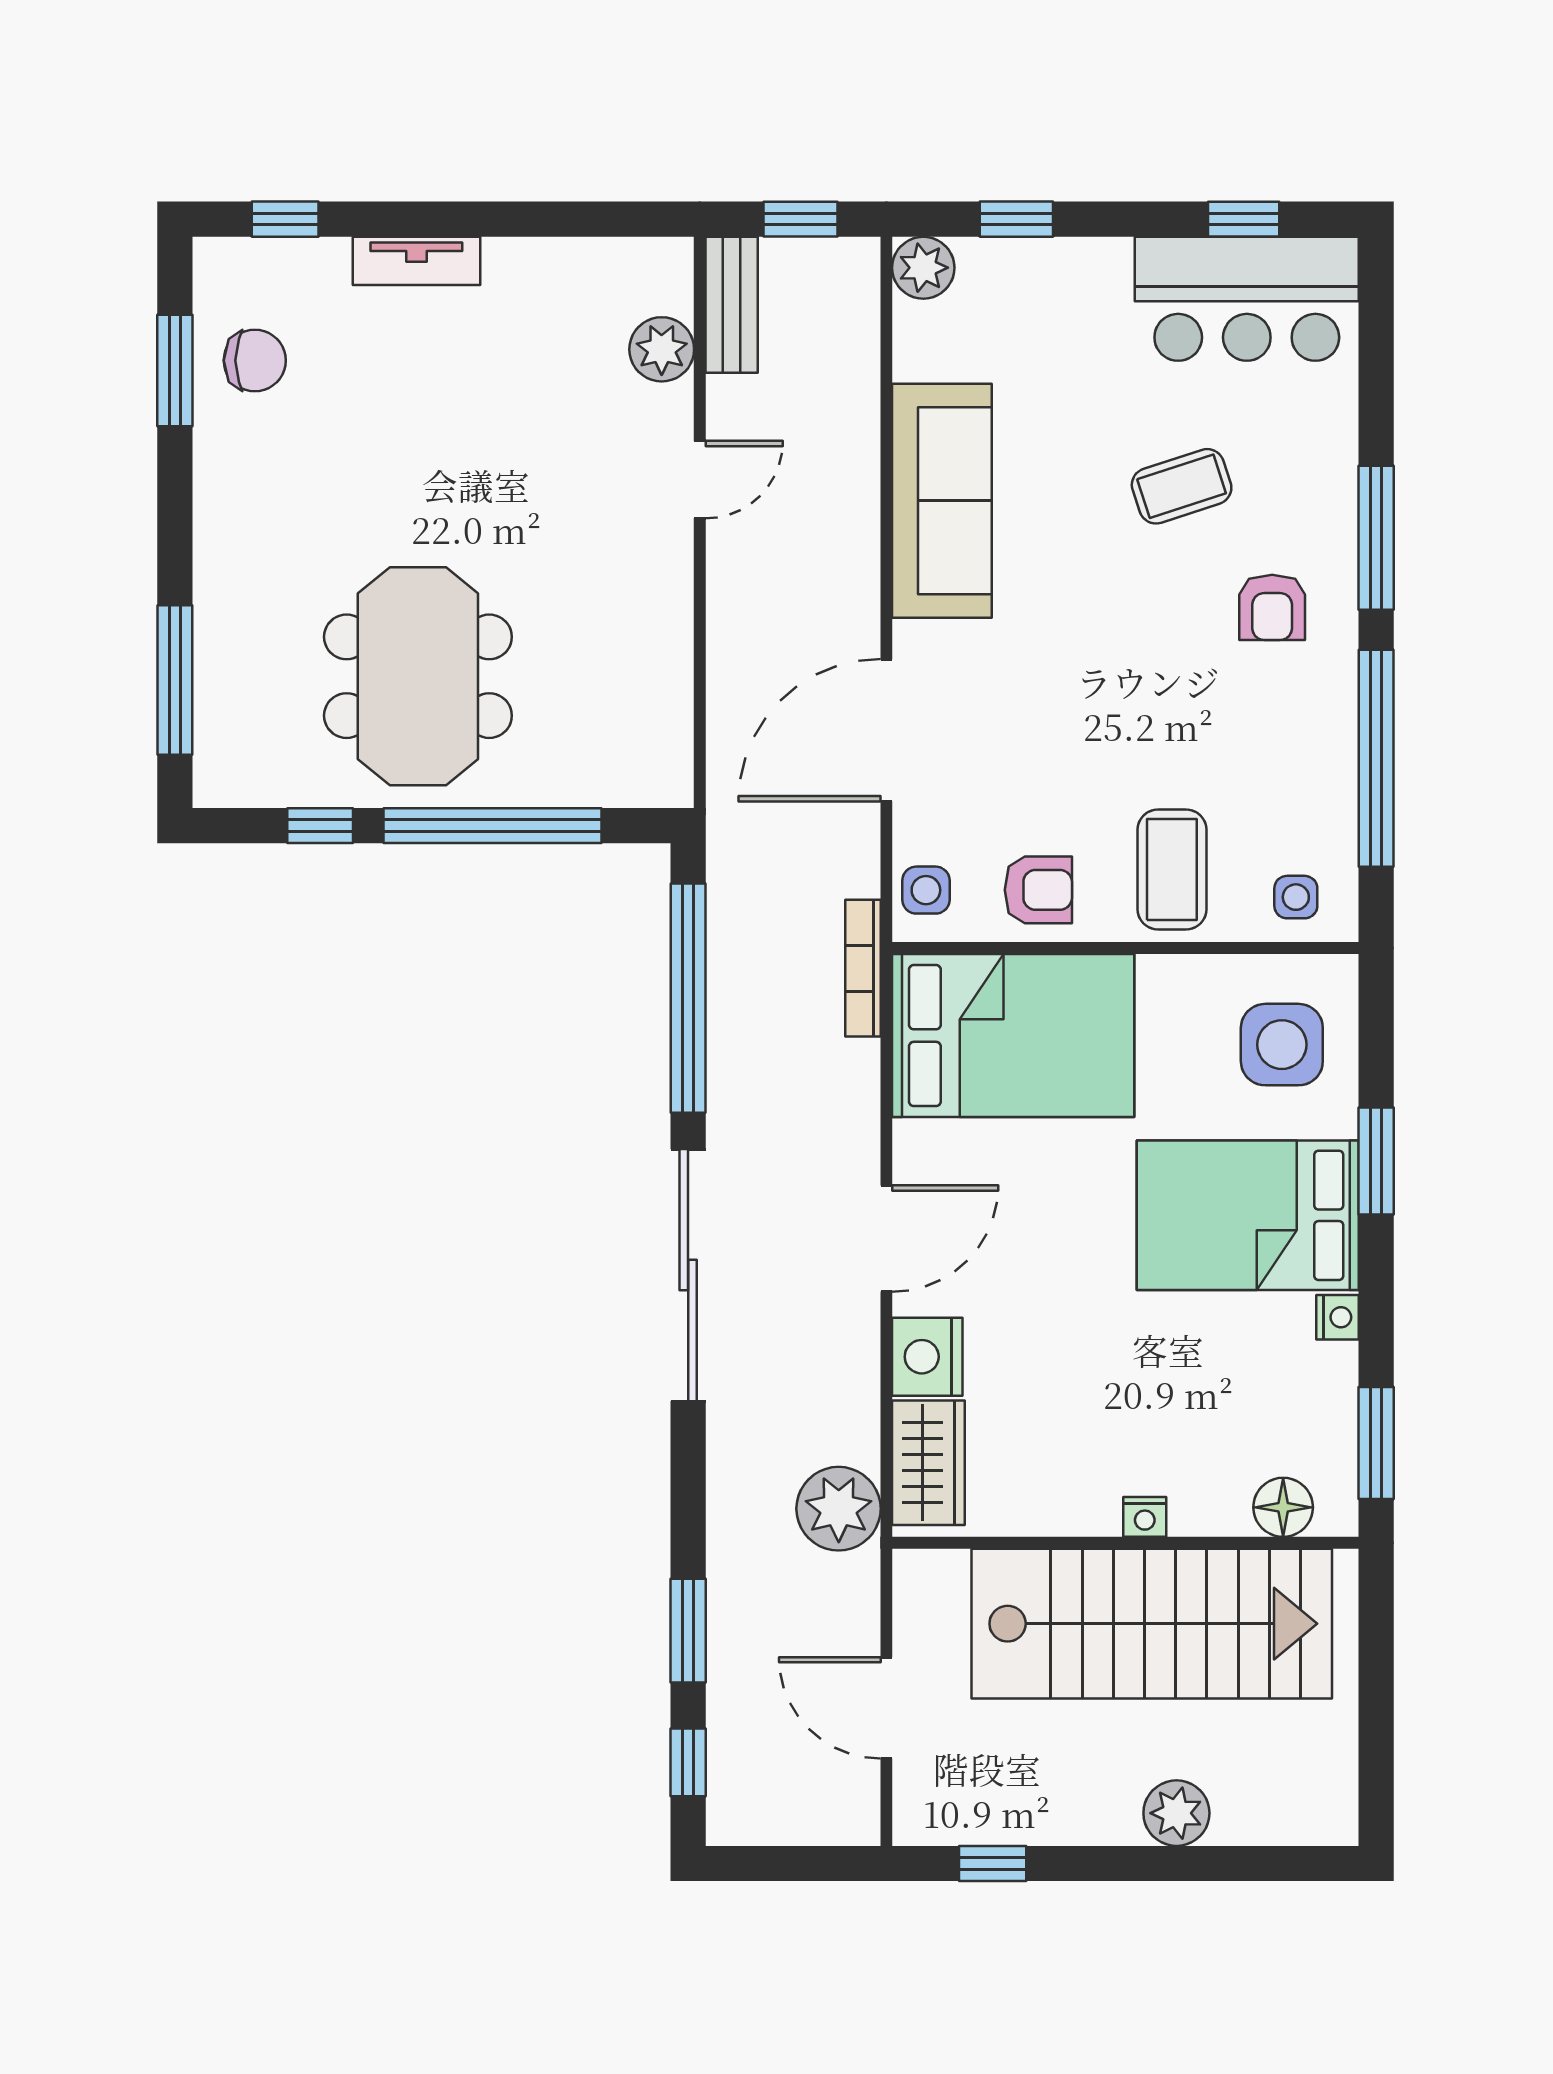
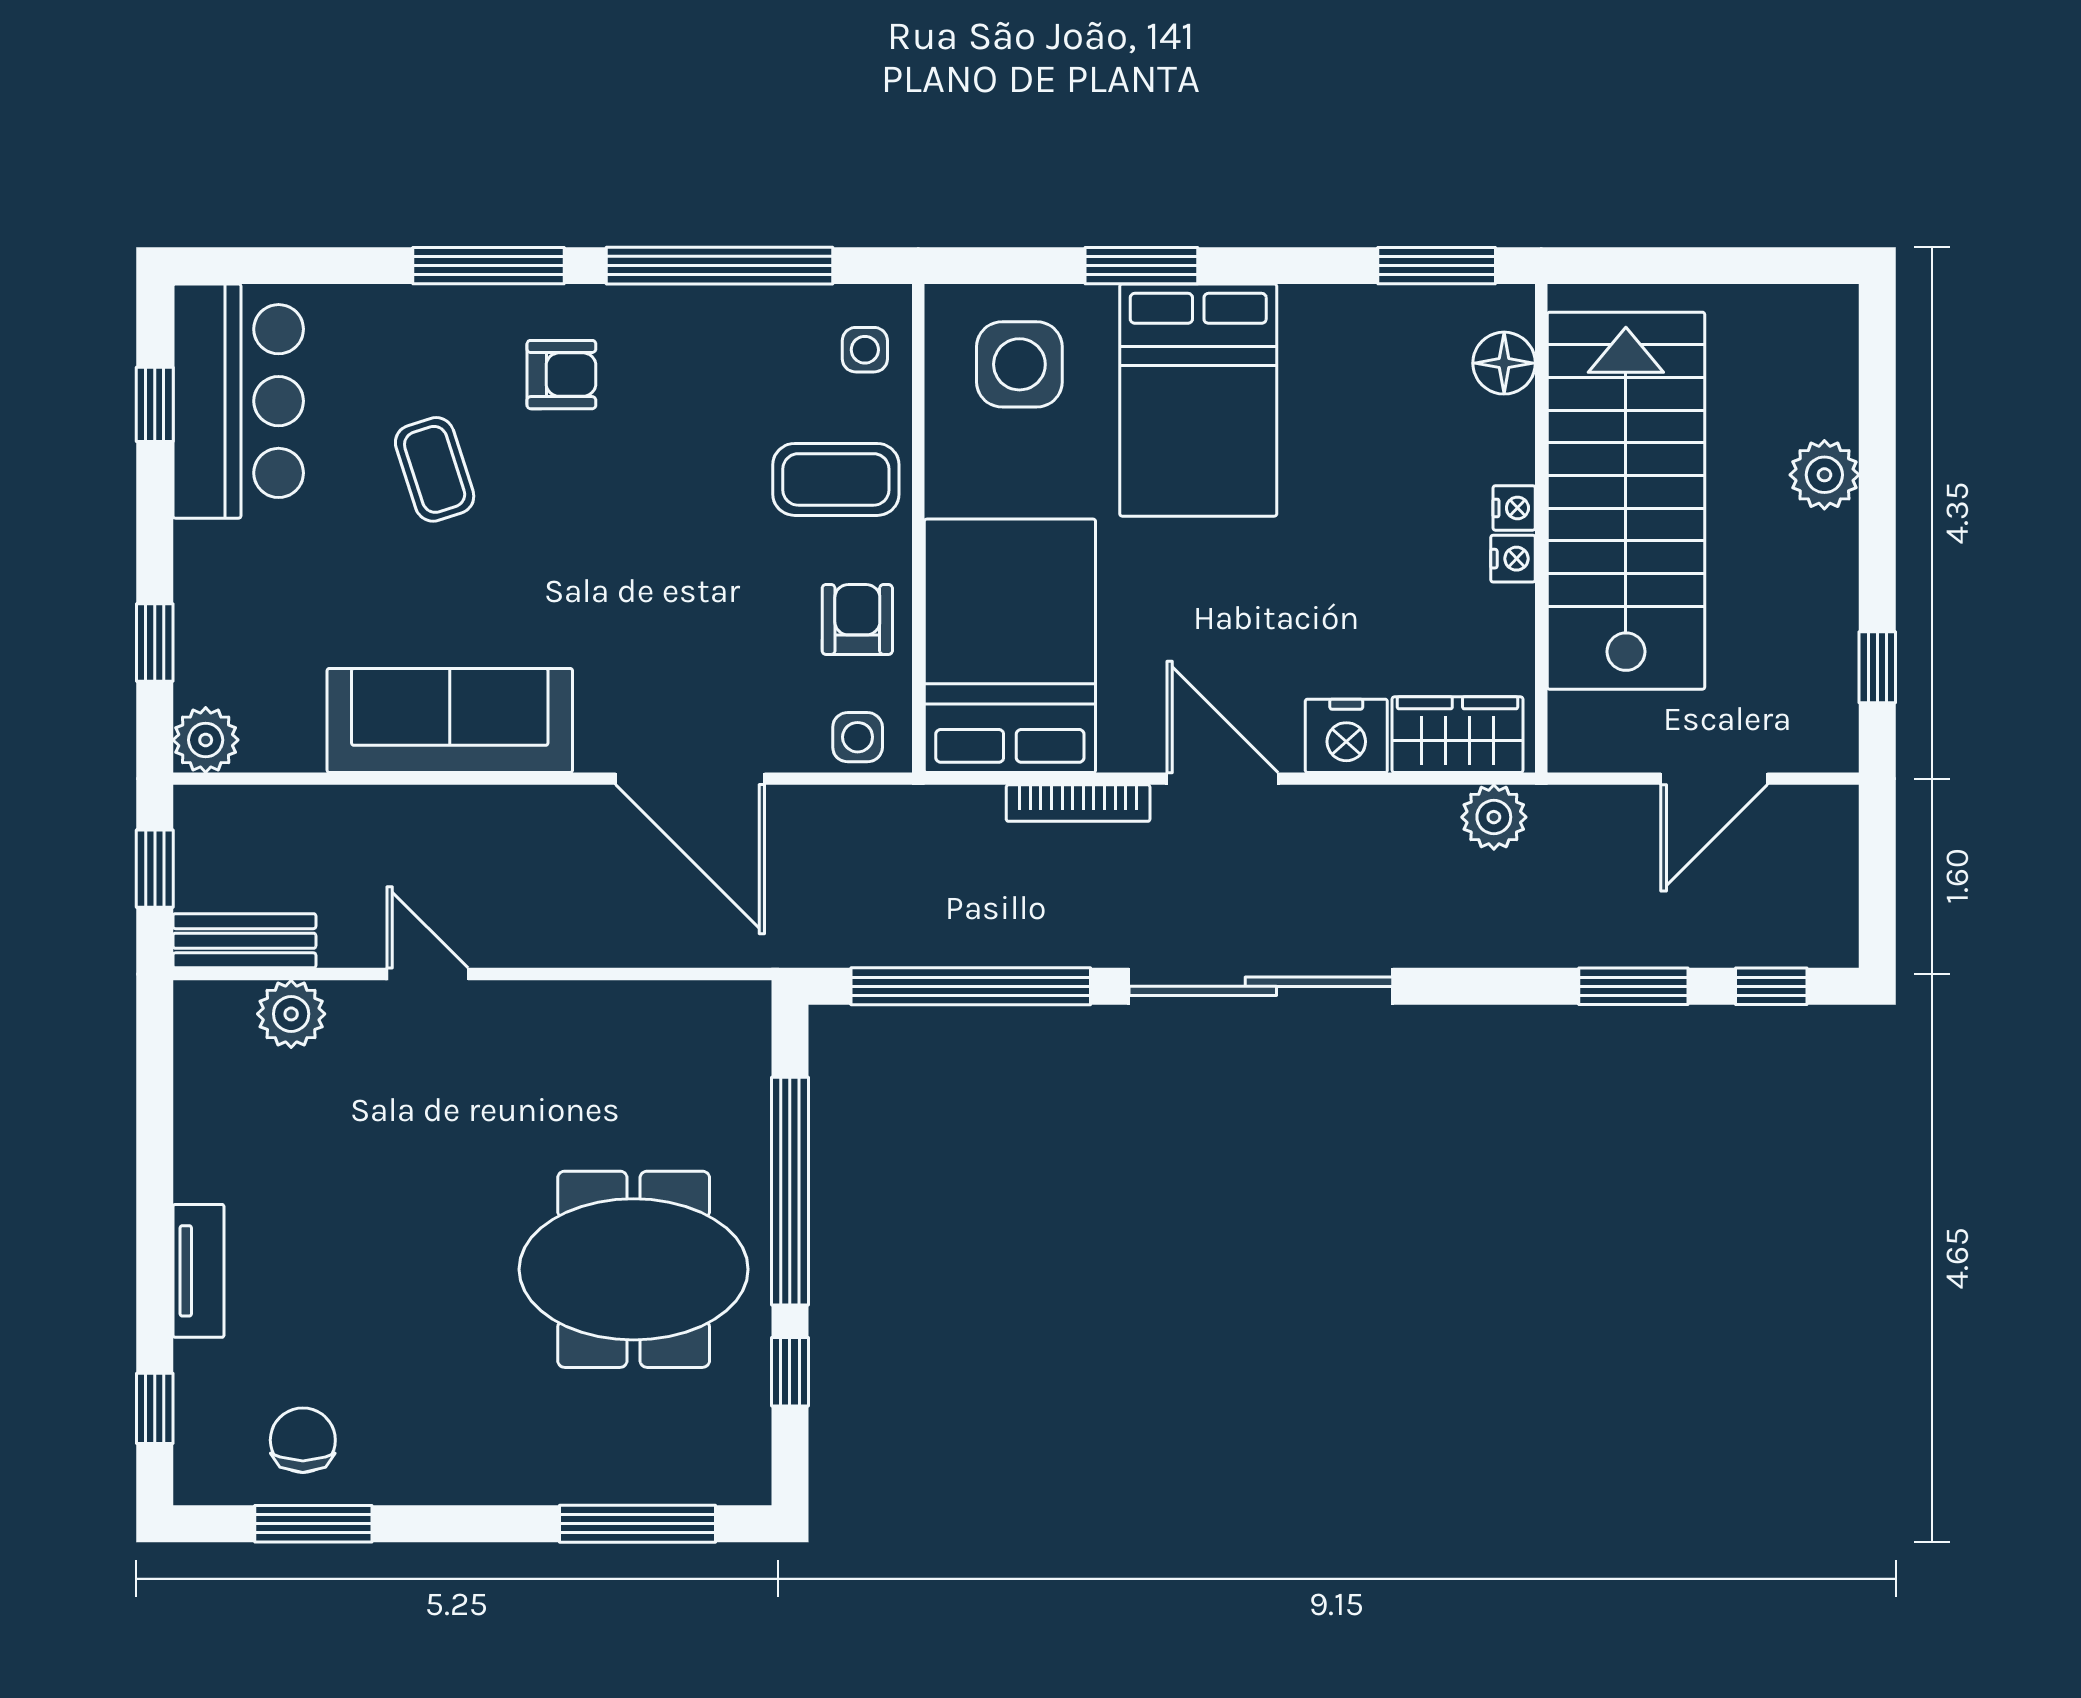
bookcase: (863, 968) -> (1078, 803), moved
nightstand: (1338, 1317) -> (1513, 559), moved, turned 90
plant: (839, 1509) -> (1494, 817), width x0.73, depth x0.73

